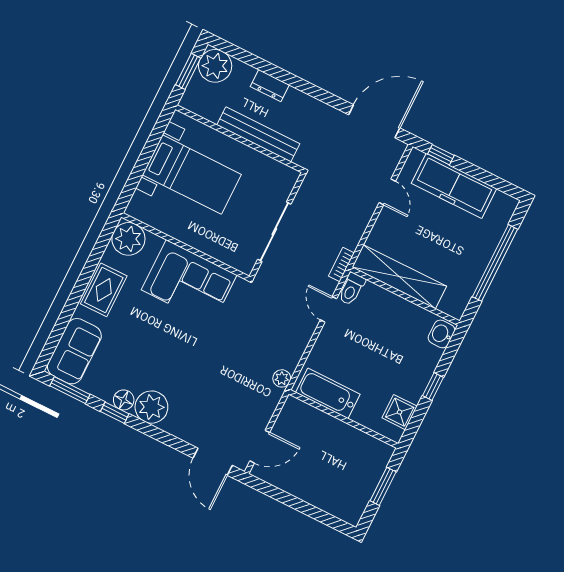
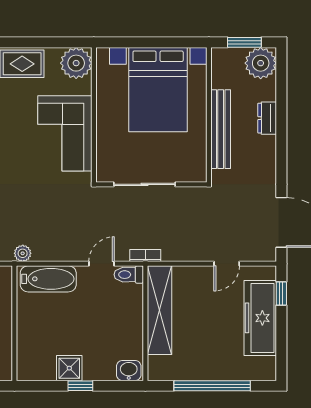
bed with nightstands: (192, 175) -> (158, 90), width x1.36
bathtub: (328, 393) -> (48, 279), moved, turned 90
shower: (400, 412) -> (69, 368), moved

